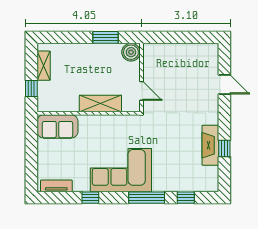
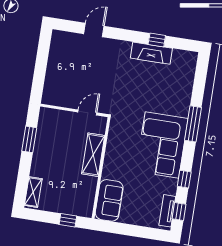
boiler: (131, 52) -> (48, 117), removed
shelving: (44, 66) -> (33, 192), moved, turned 90
window: (186, 198) -> (179, 212), moved

